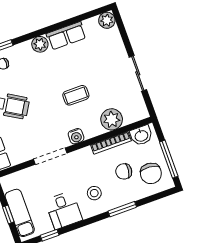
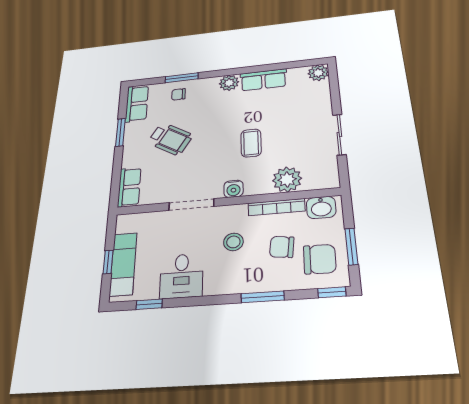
coffee table: (76, 95) -> (251, 143), turned 90
window: (169, 159) -> (351, 247), width x0.69
chair: (151, 173) -> (320, 259), turned -94
stool: (94, 193) -> (233, 242), moved
window: (165, 194) -> (332, 292), added

